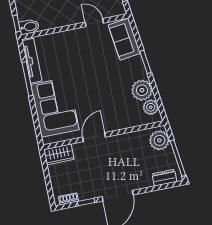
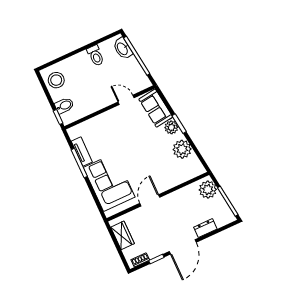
bidet: (29, 27) -> (64, 106), moved
tv unit: (32, 61) -> (82, 152), width x0.71
plant: (151, 107) -> (171, 127), moved
wardrobe: (59, 154) -> (122, 235), moved, turned -90
dresser: (164, 178) -> (205, 228), moved

